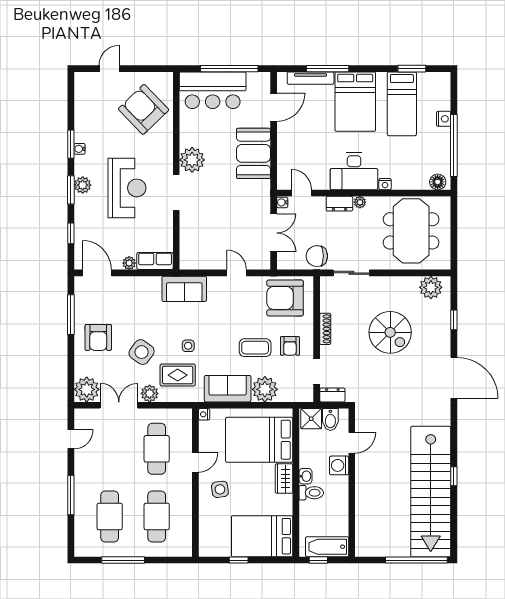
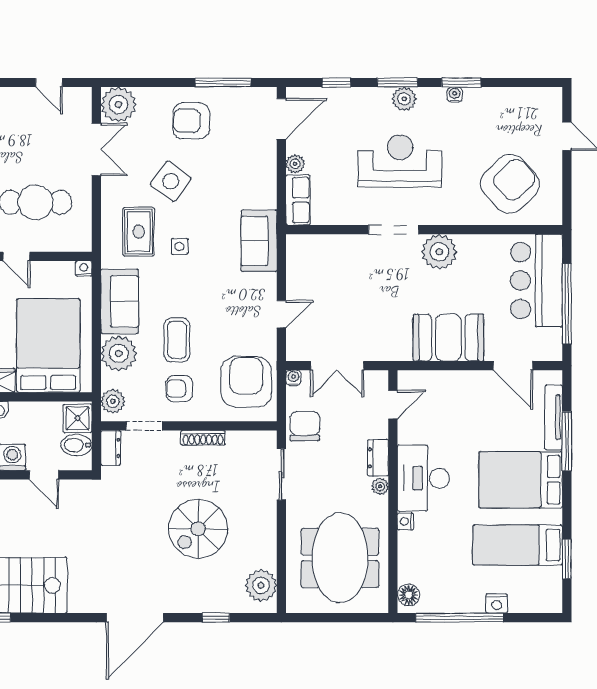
reception desk: (127, 188) -> (400, 161), turned 180
water cooler: (282, 202) -> (293, 378), moved
meeting table: (411, 231) -> (340, 558), turned 90
plant: (150, 393) -> (113, 401), moved

